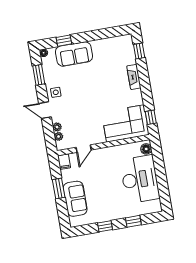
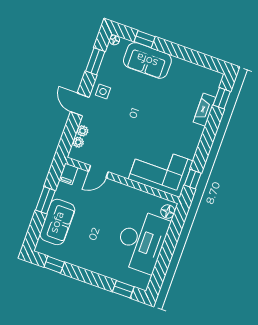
fireplace: (134, 77) -> (204, 110), moved
window: (133, 221) -> (123, 289), moved
window: (105, 226) -> (54, 265), moved

